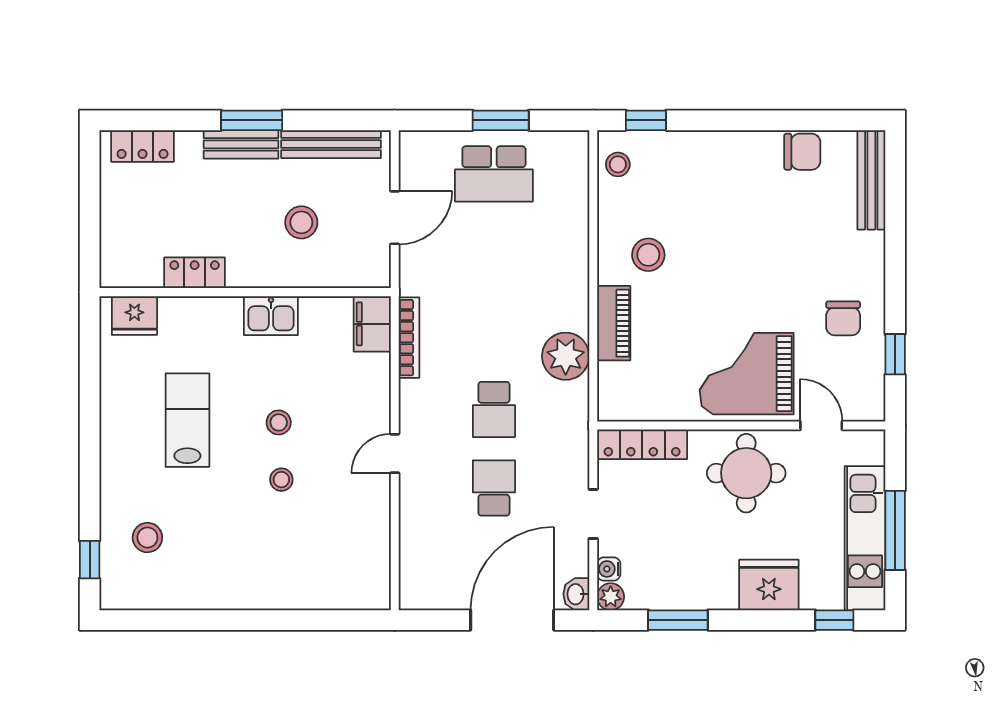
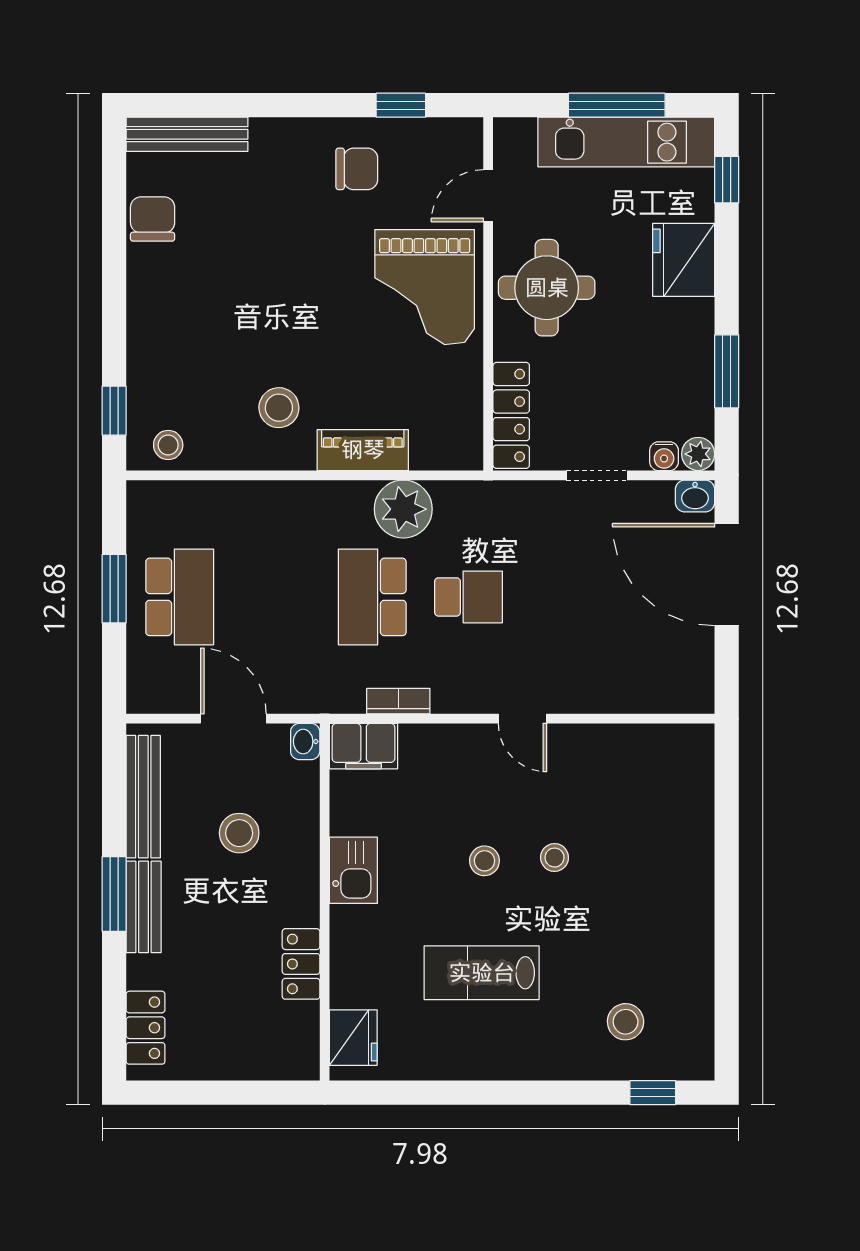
washbasin: (376, 276) -> (305, 742), added
bookcase: (409, 338) -> (398, 701), width x0.64
school desk: (494, 488) -> (372, 597), moved, width x1.85

